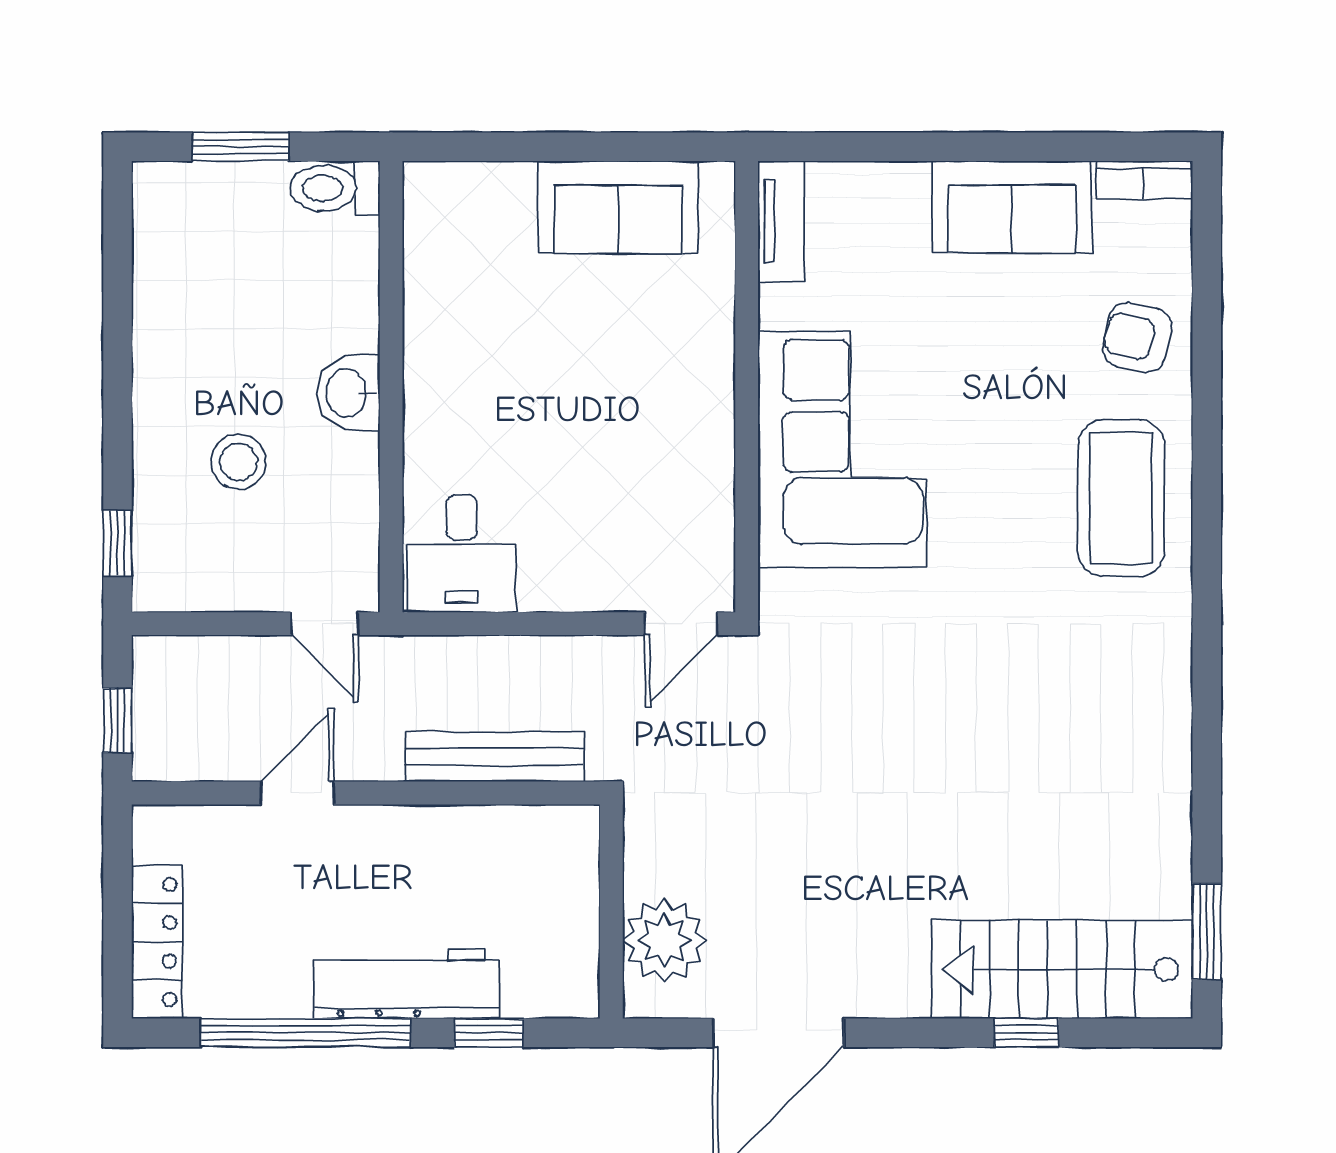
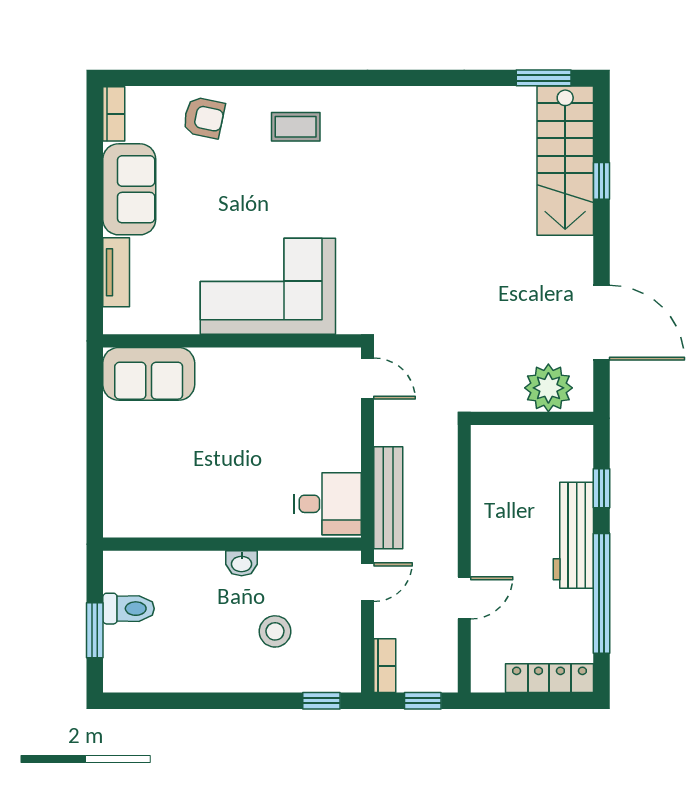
toilet: (335, 188) -> (128, 609), moved, turned -90
sofa: (618, 207) -> (149, 374), moved, turned 90
tv unit: (781, 222) -> (116, 272), moved, turned 90
armchair: (1137, 338) -> (204, 118), turned -90
washbasin: (348, 393) -> (242, 563), width x0.72, depth x0.69
coffee table: (1121, 498) -> (296, 127), width x0.54, depth x0.58
bookcase: (179, 654) -> (385, 666), added
bench: (495, 757) -> (388, 498), moved
door: (297, 793) -> (464, 598), swing flipped

